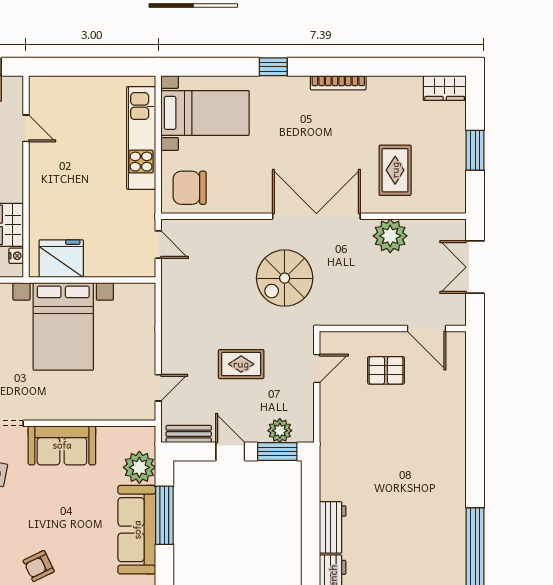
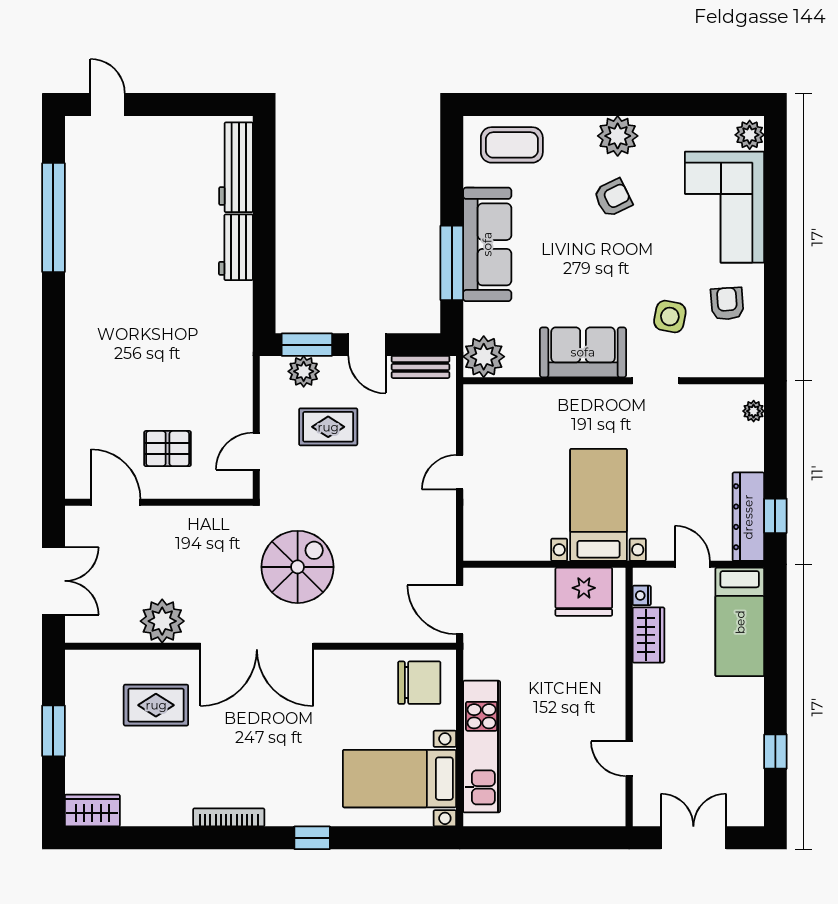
rug: (395, 170) -> (156, 705), turned 90
door: (158, 245) -> (460, 610), width x1.38
bed with nightstands: (63, 326) -> (598, 505), width x0.73
rug: (241, 364) -> (328, 427), moved
door: (158, 388) -> (460, 472), moved
plant: (139, 467) -> (484, 357), moved

